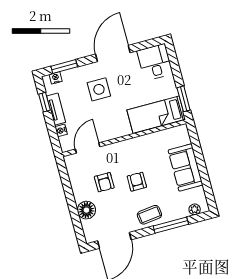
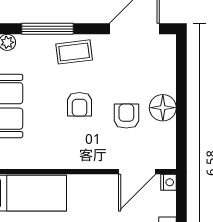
nightstand: (61, 130) -> (168, 182), moved
floor lamp: (86, 210) -> (163, 108), moved

